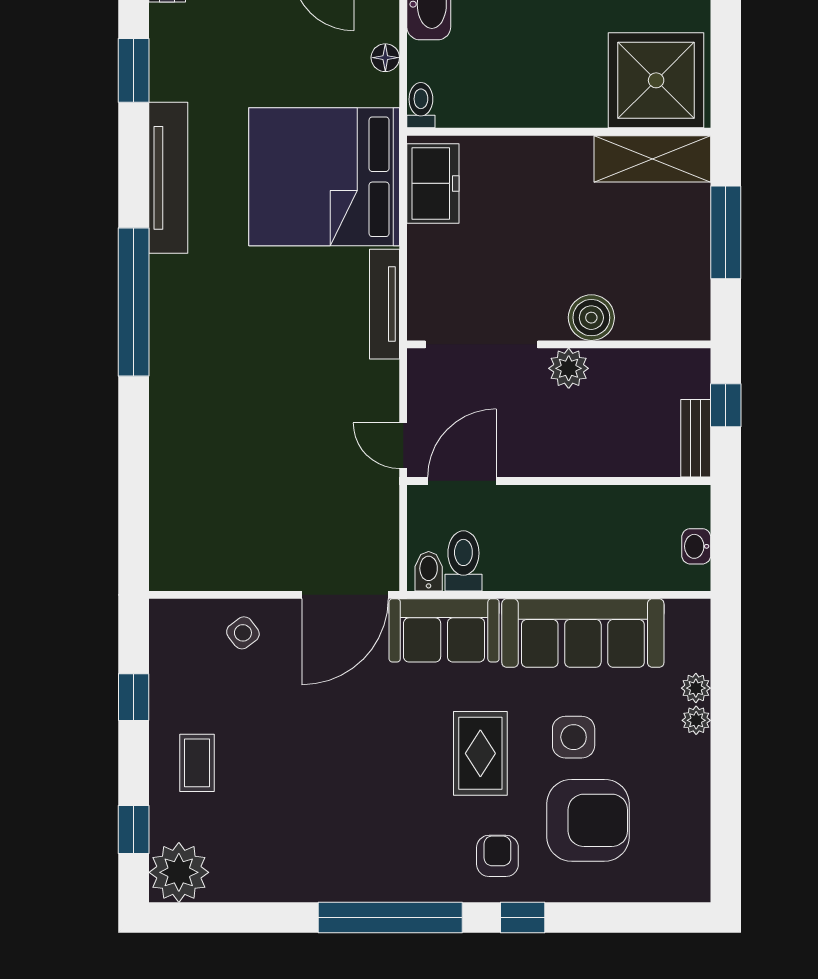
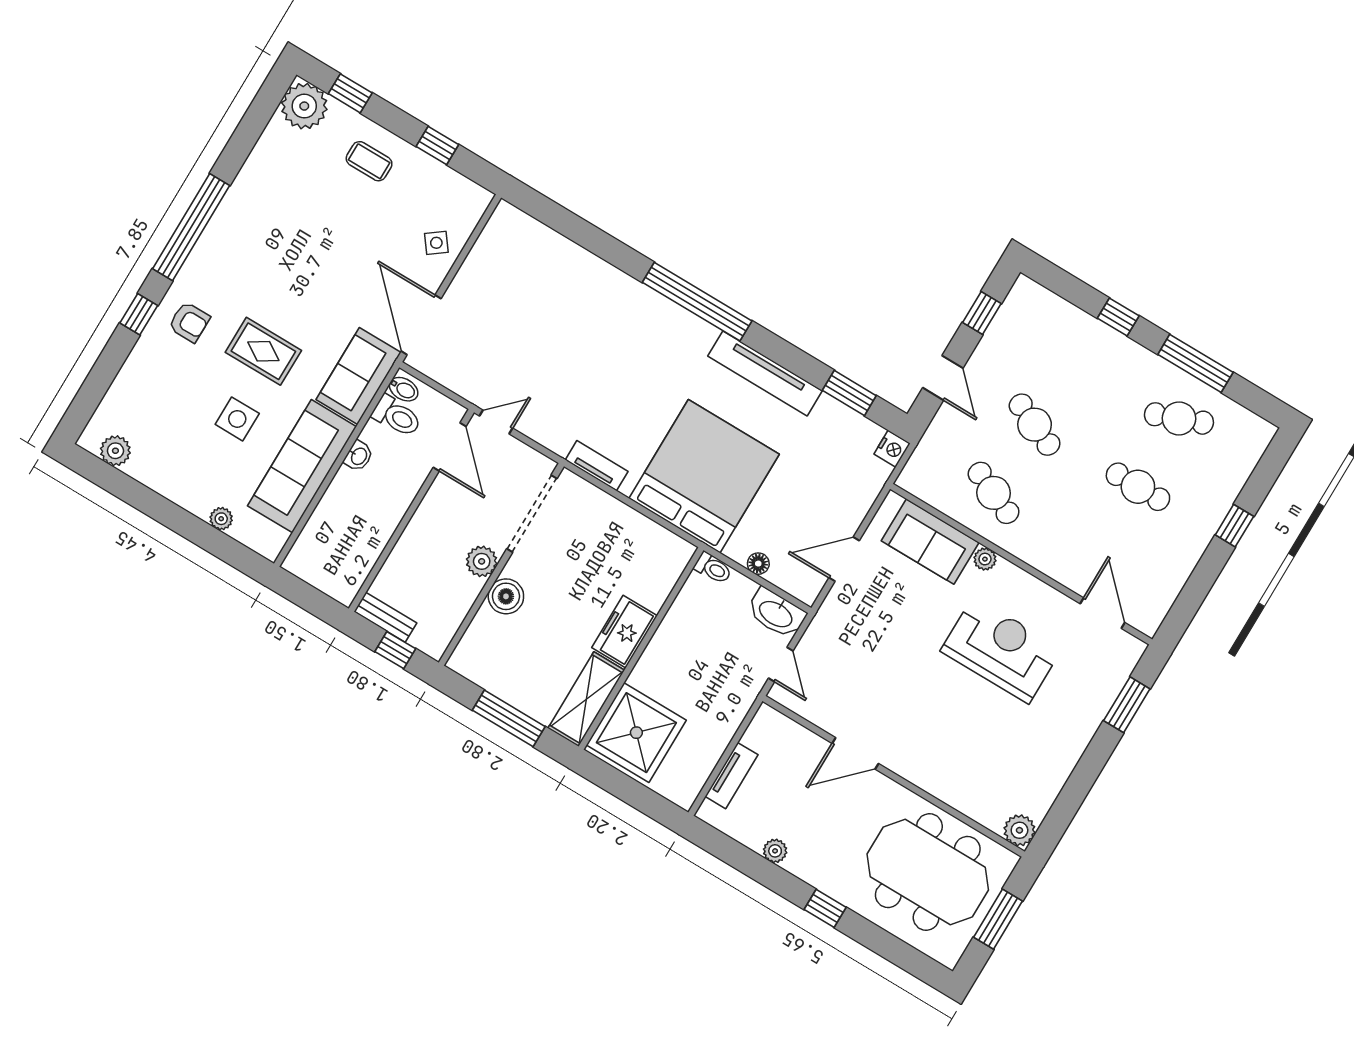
freezer: (433, 183) -> (625, 632), moved, turned 90
tv unit: (384, 304) -> (597, 466), width x0.71
washbasin: (696, 546) -> (359, 456), moved, turned 90
plant: (696, 720) -> (115, 451), moved, width x1.38, depth x1.38
armchair: (588, 820) -> (177, 396), removed

